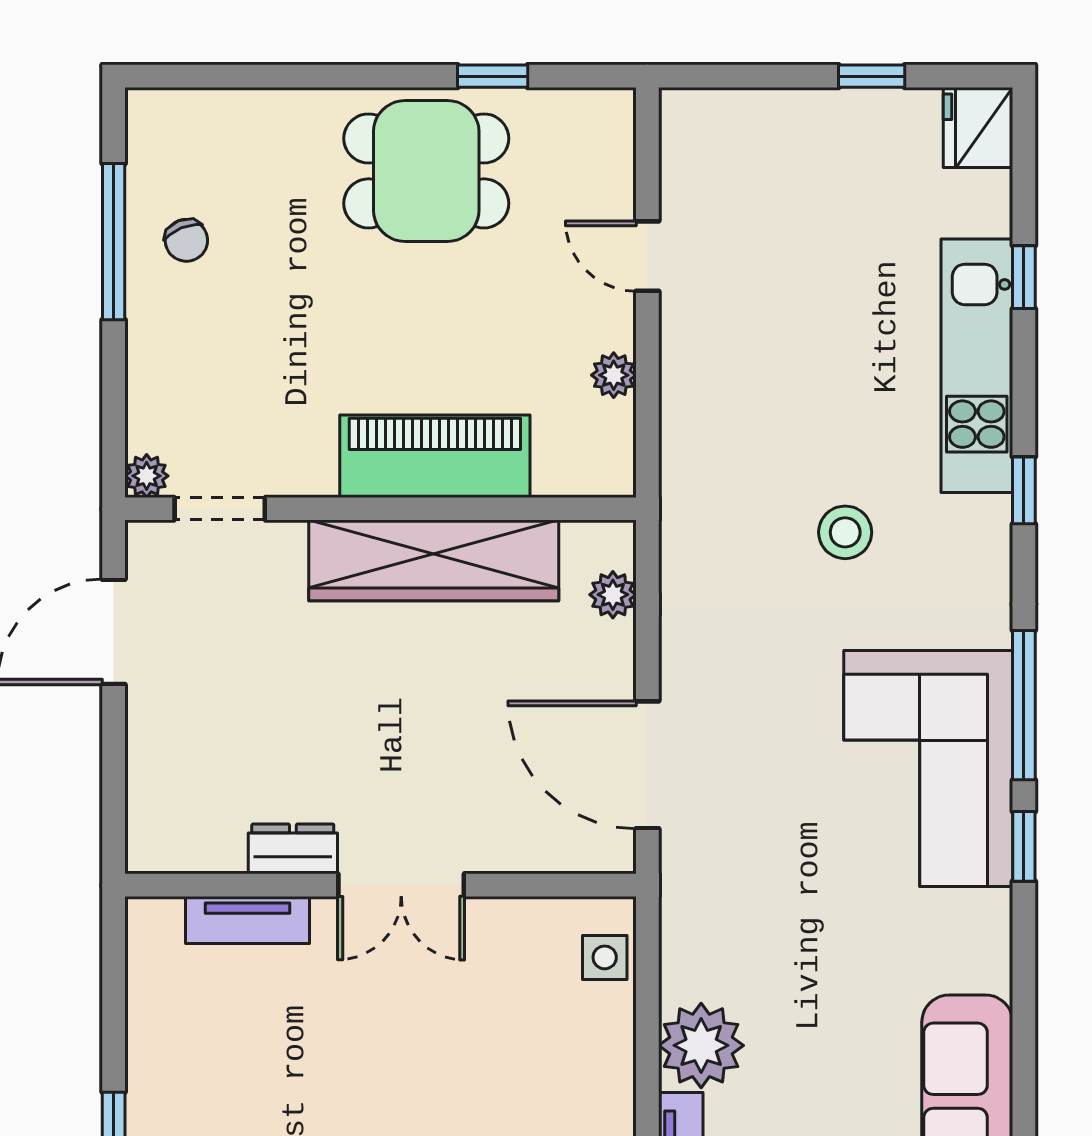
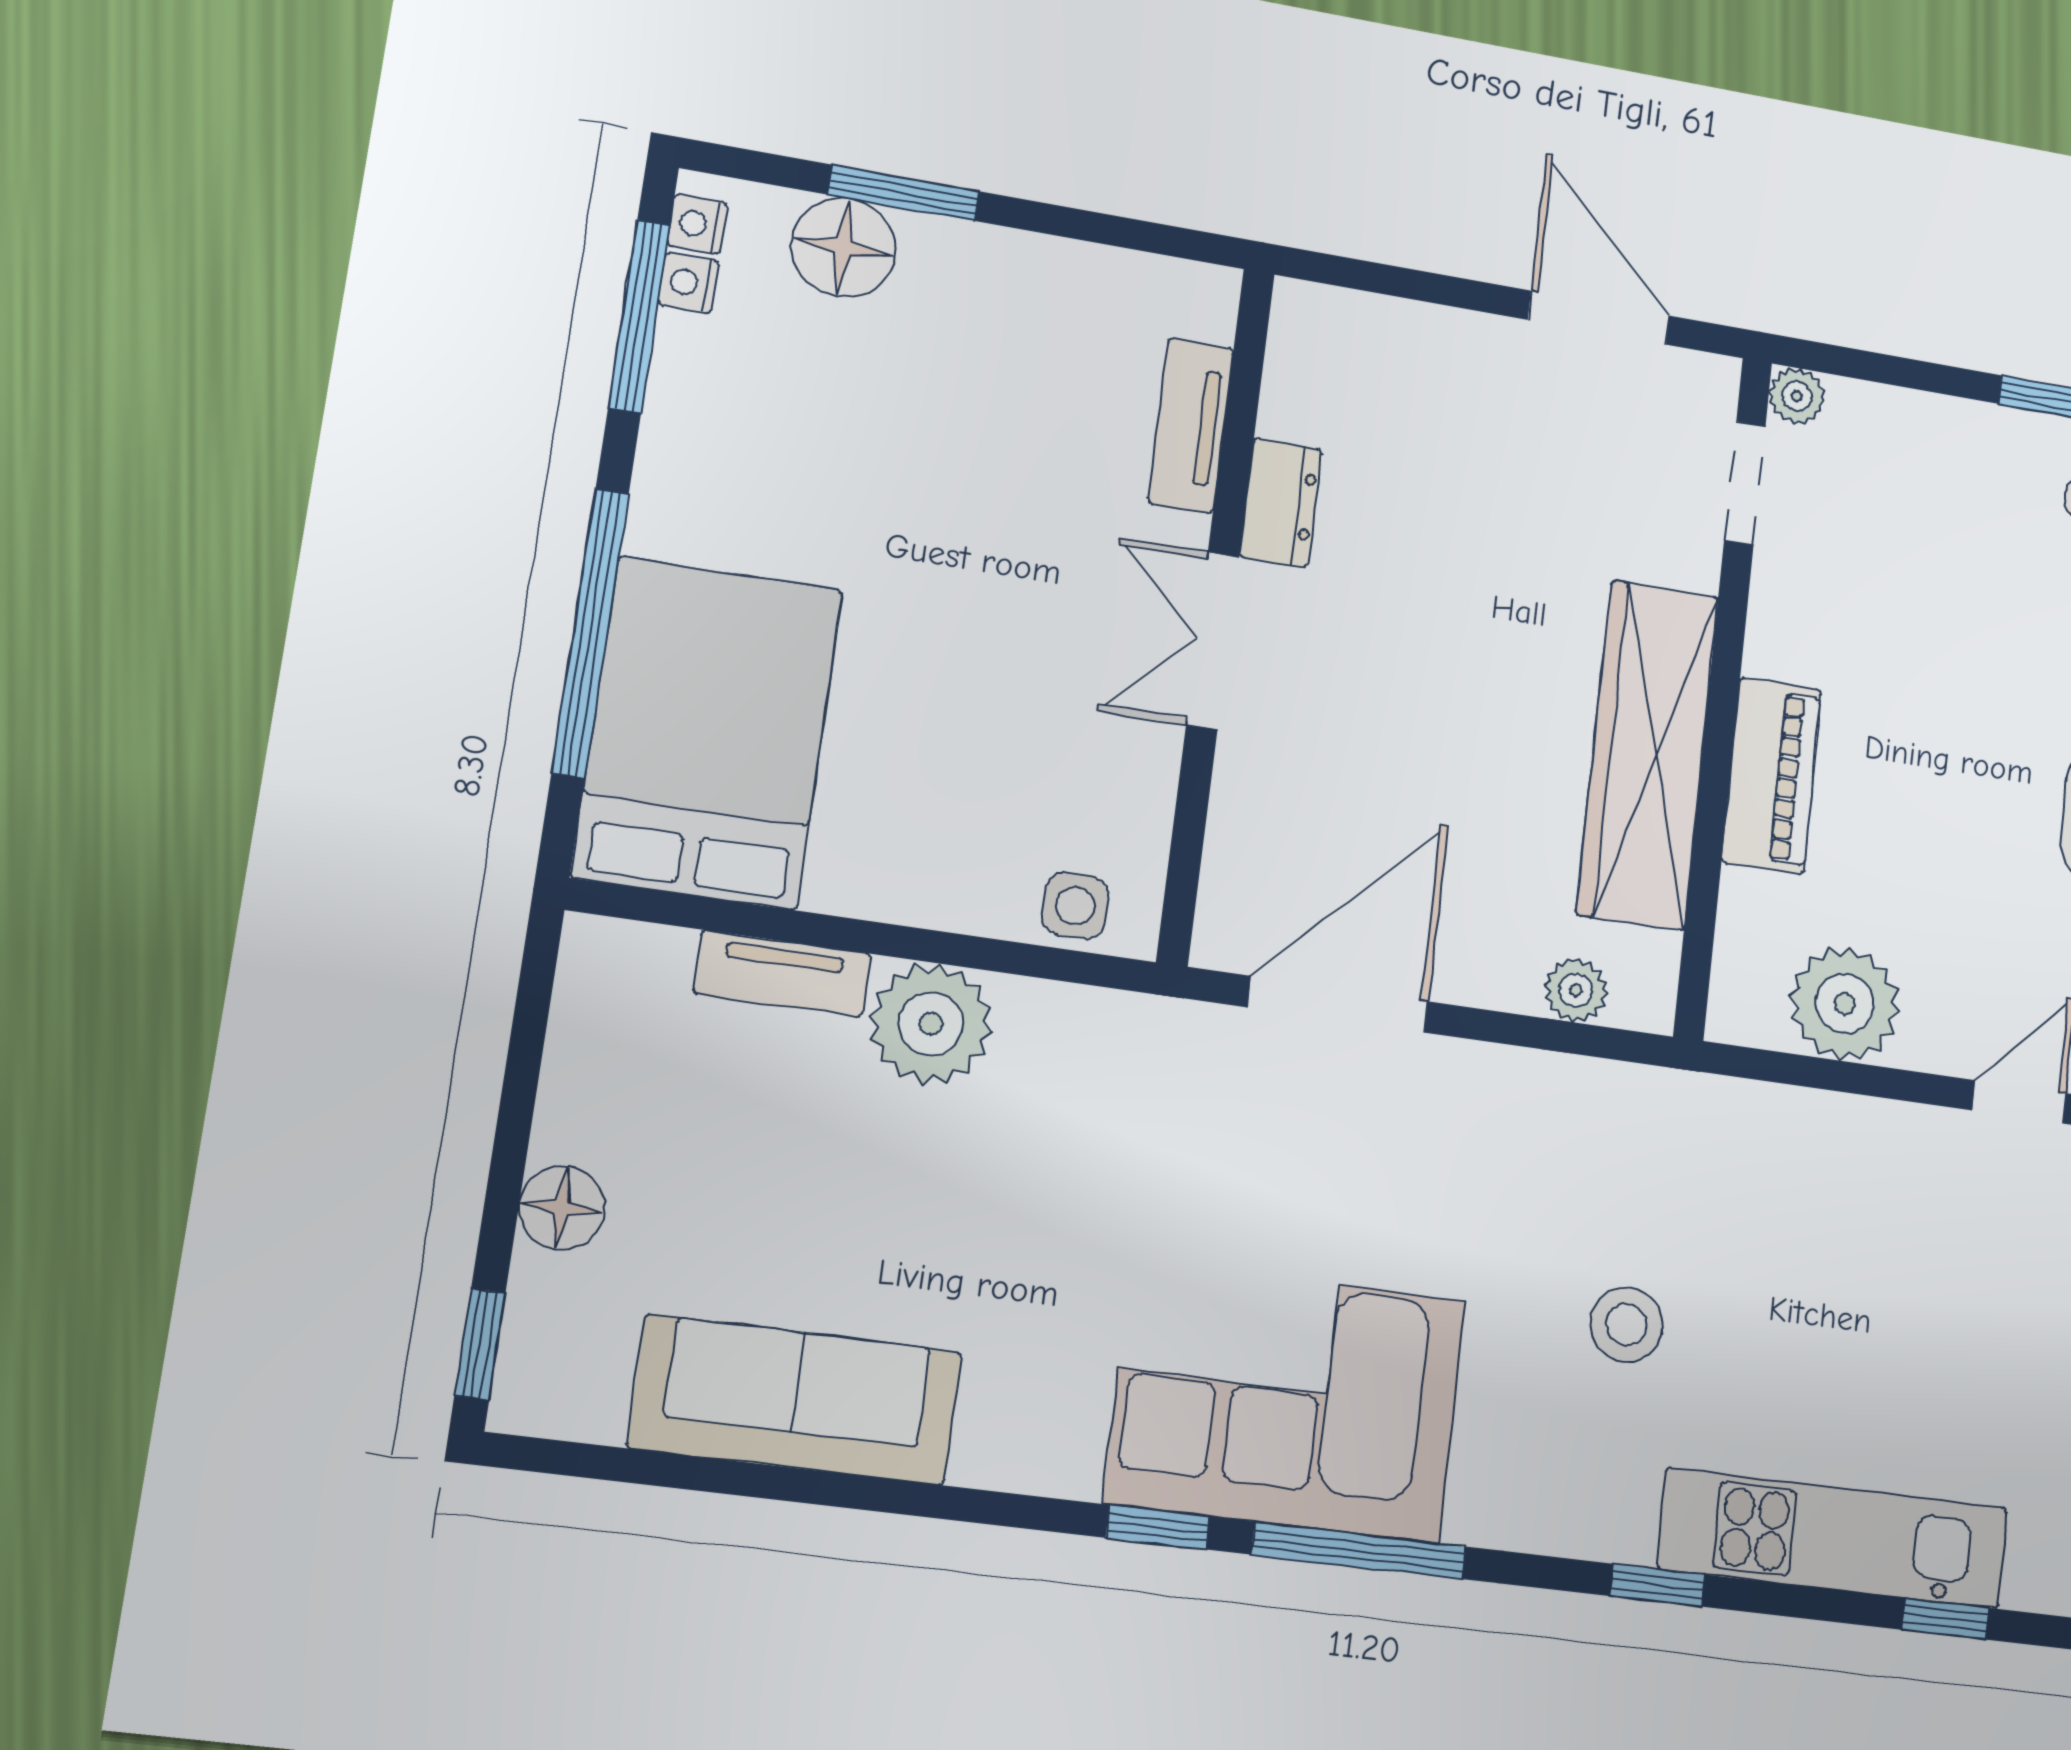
plant: (614, 375) -> (1845, 1004), width x1.88, depth x1.88
piano: (435, 456) -> (1772, 776), width x0.73, depth x0.75

